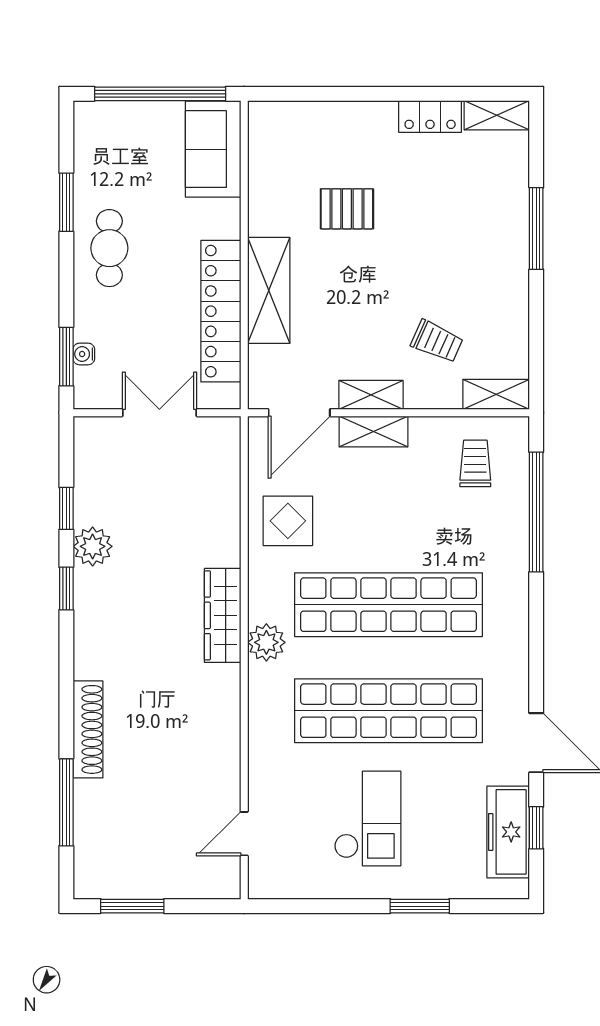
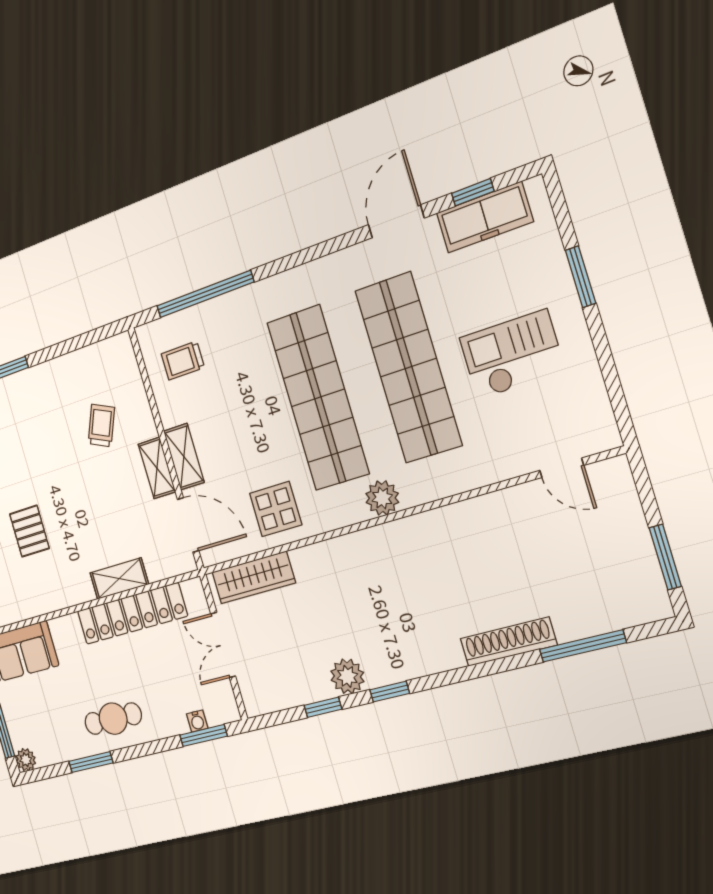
plant: (87, 114) -> (26, 760), added
shelving: (269, 290) -> (119, 579), width x0.67, depth x0.75
shelving: (496, 394) -> (126, 362), removed
wardrobe: (223, 615) -> (253, 578), moved

